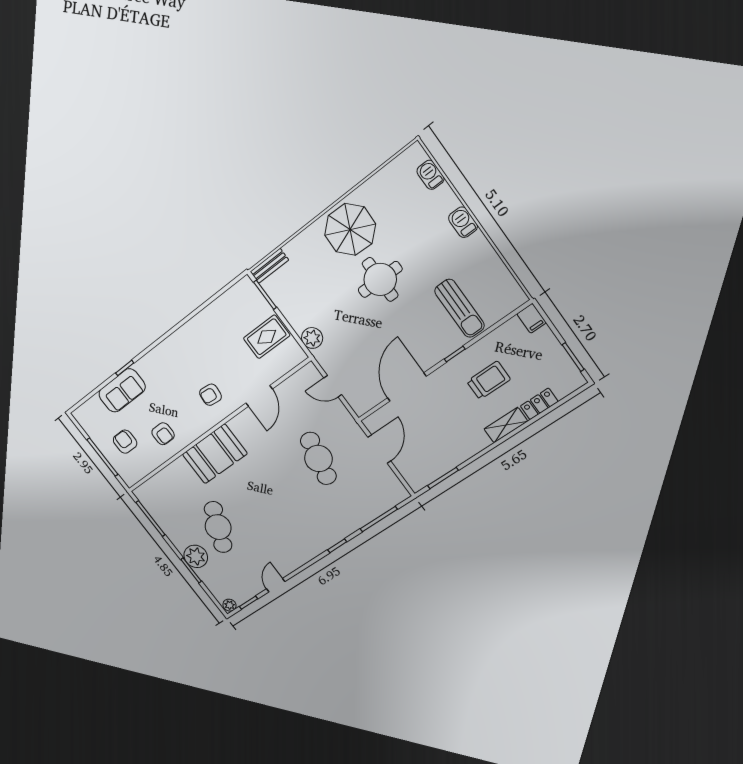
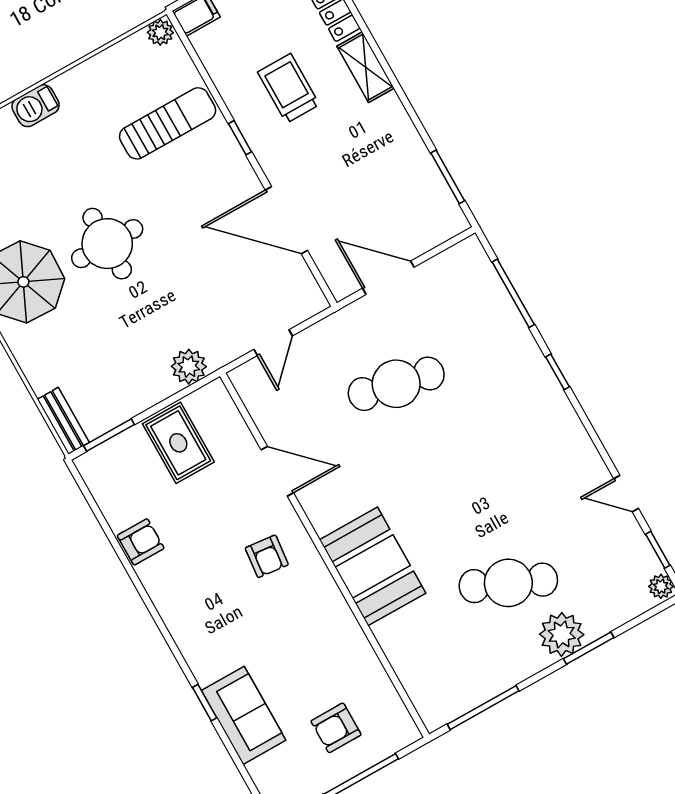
plant: (518, 297) -> (160, 32), added
armchair: (163, 434) -> (141, 542), moved

